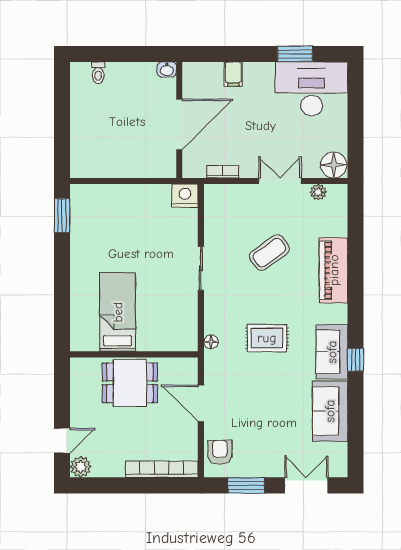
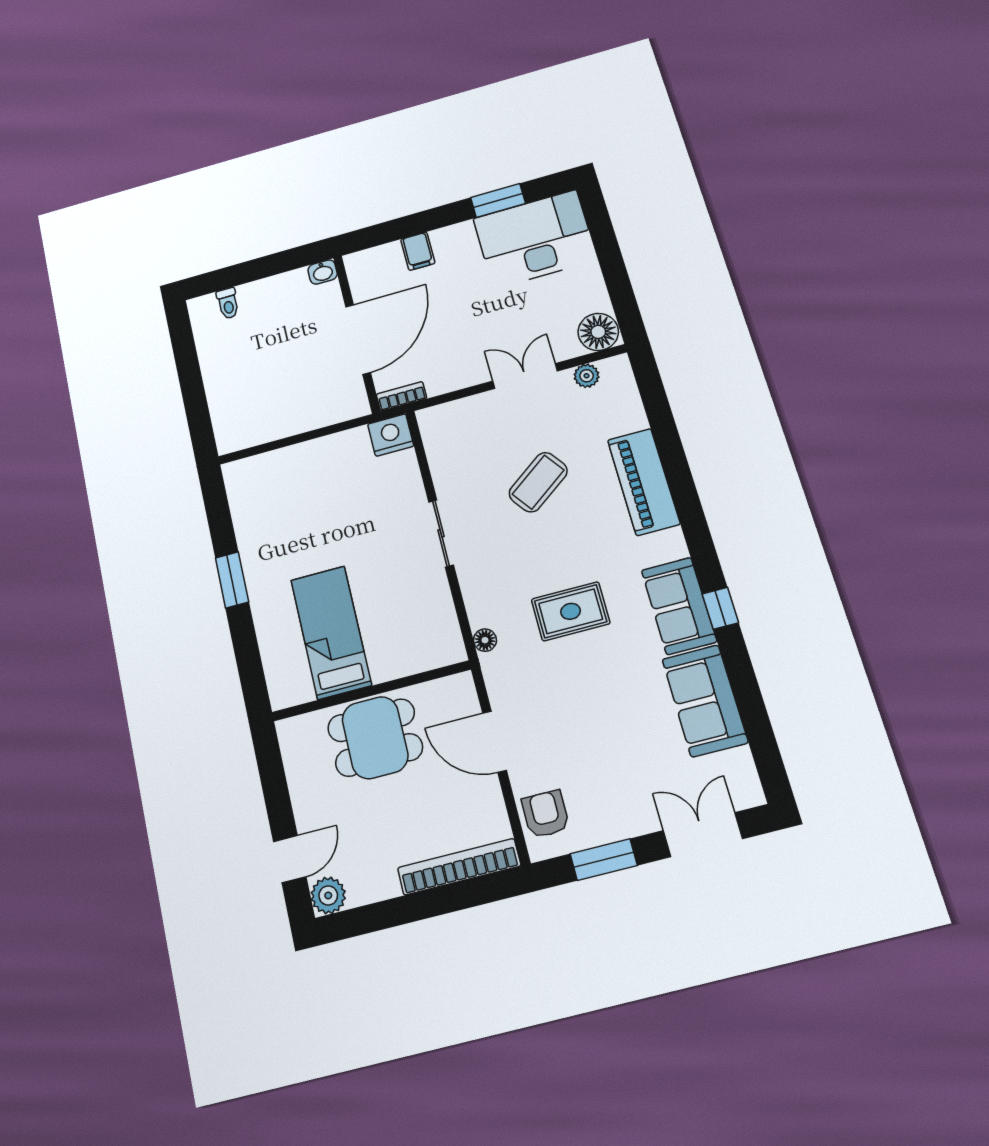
bookcase: (223, 172) -> (401, 396), moved
window: (62, 216) -> (232, 580), moved

